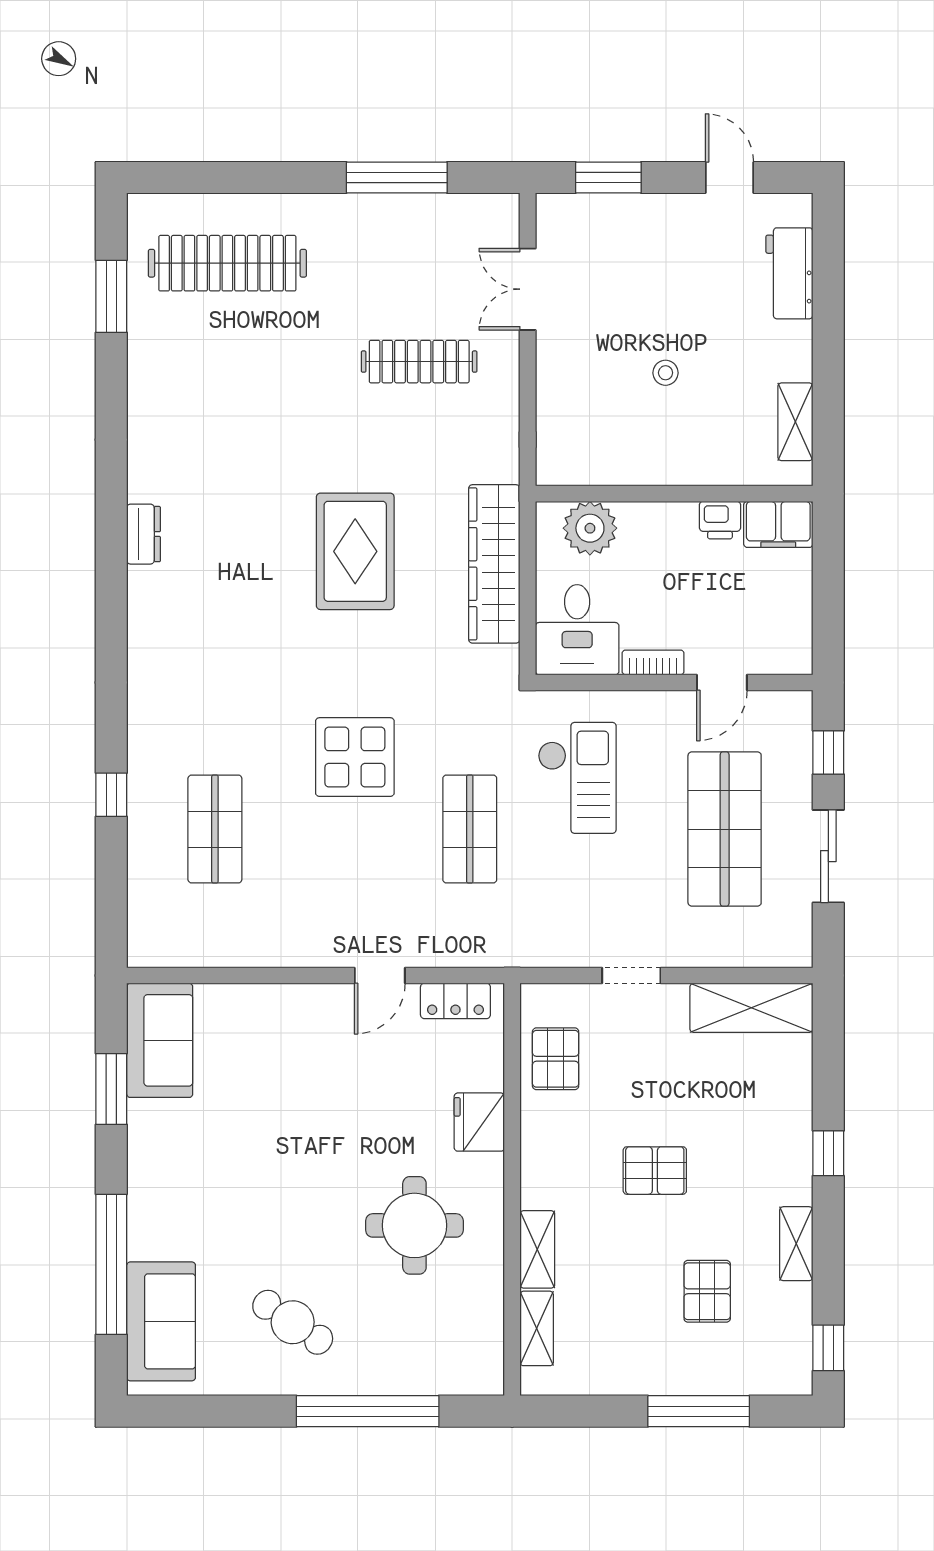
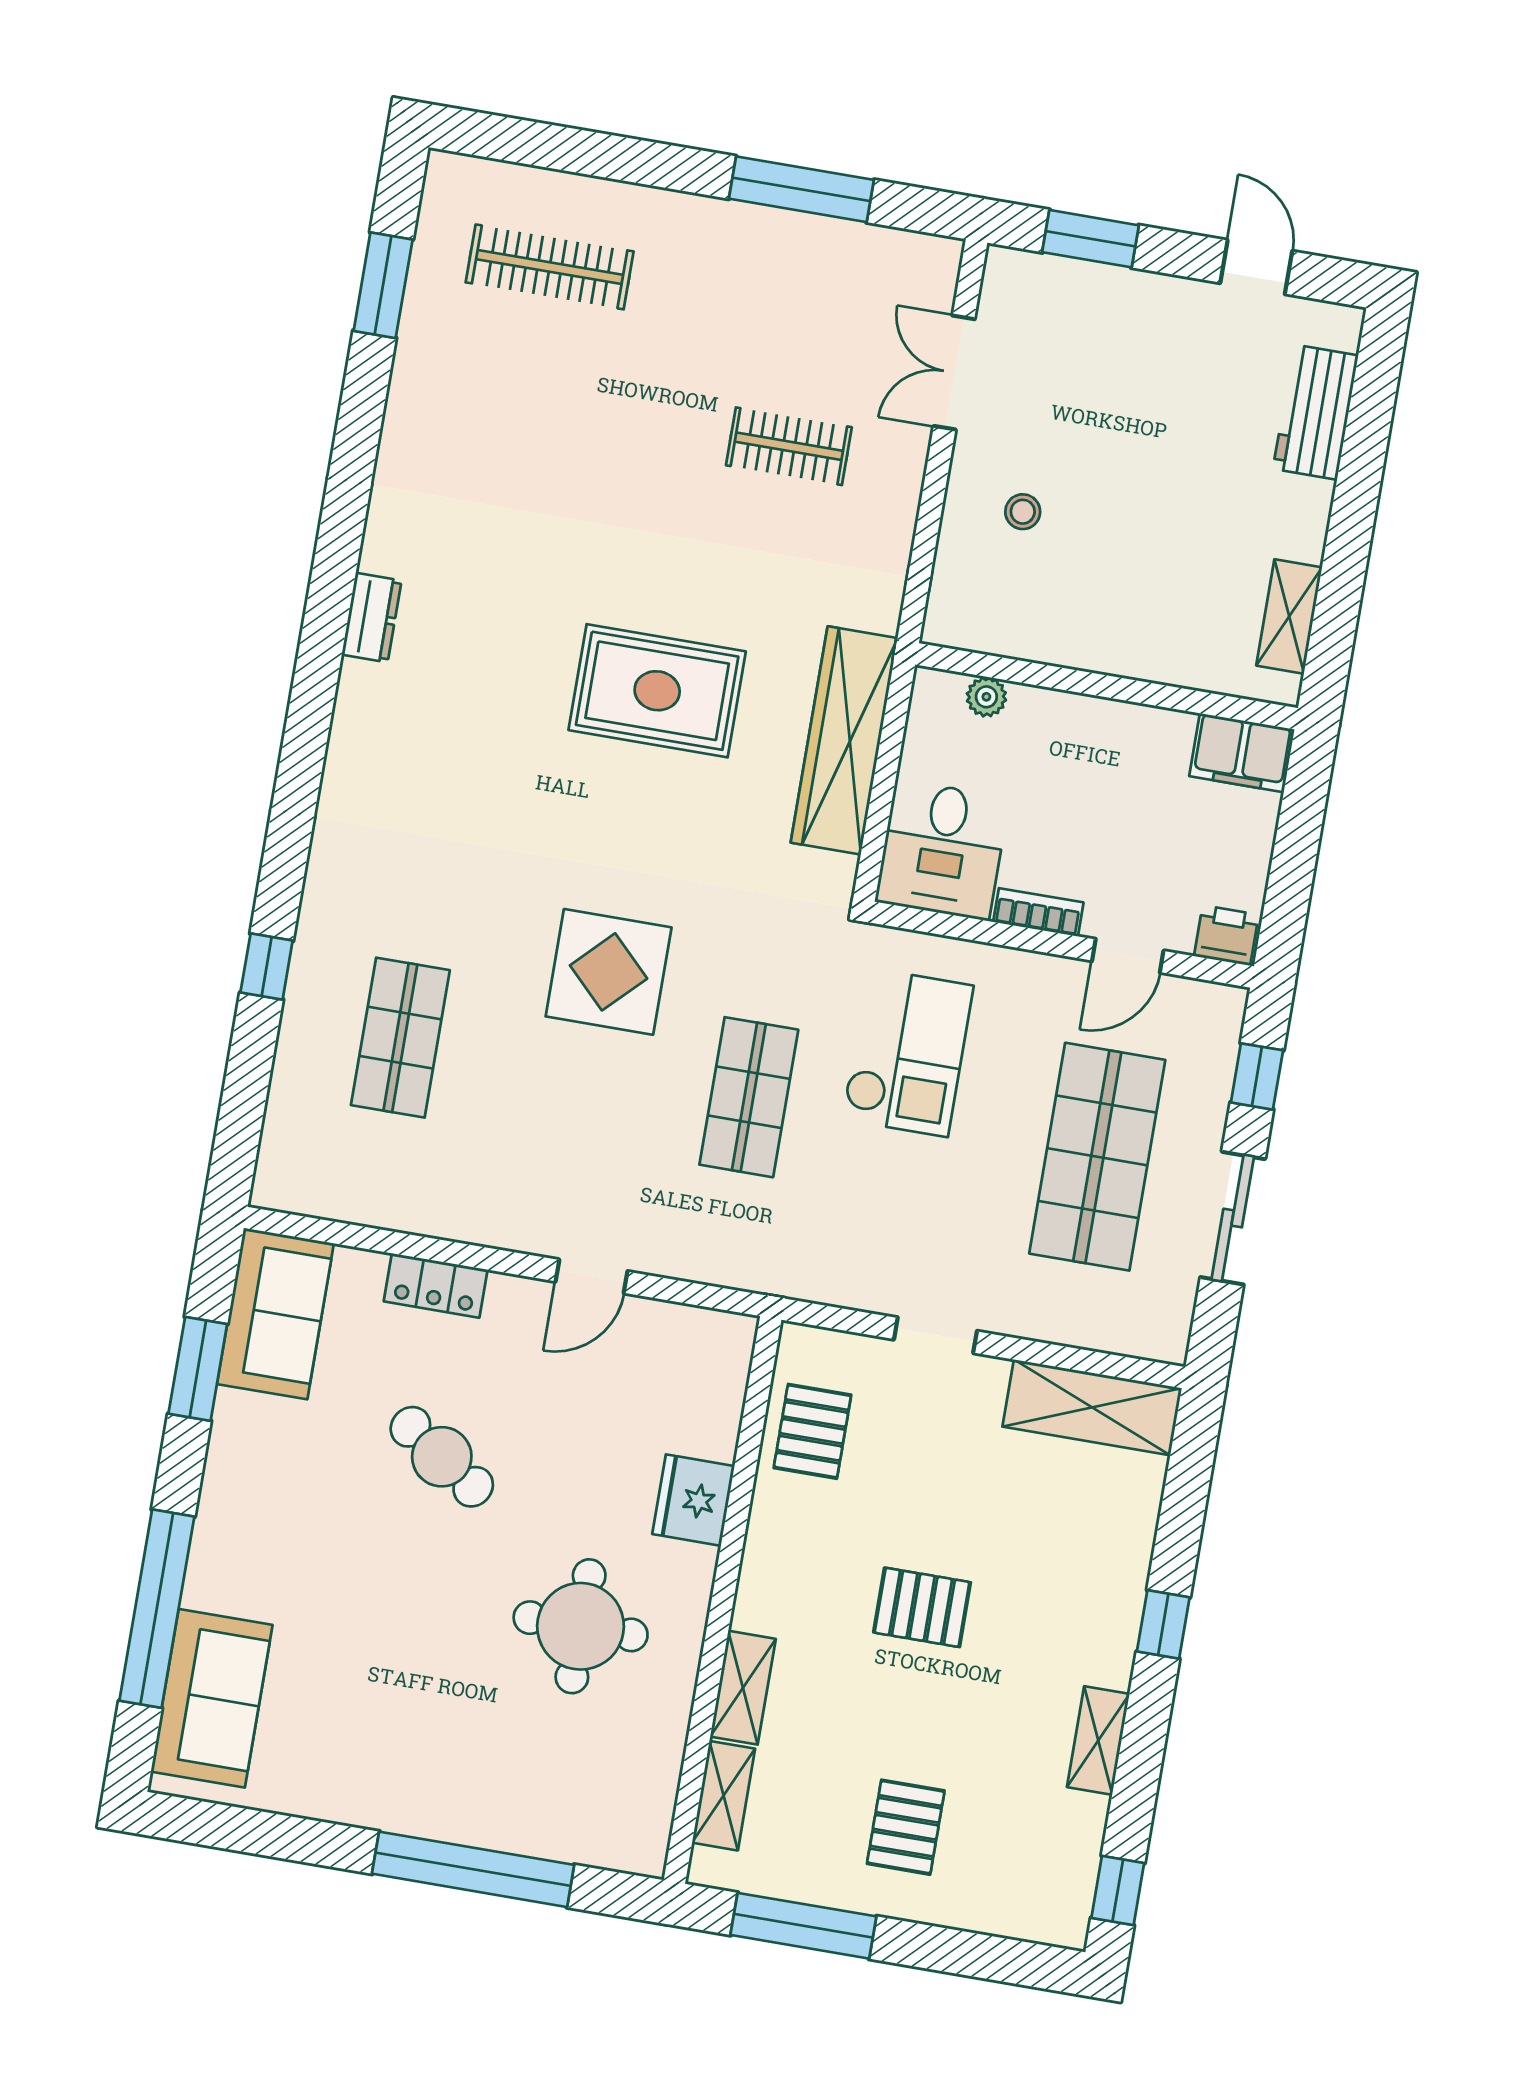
clothes rail: (227, 263) -> (550, 267), width x0.73, depth x0.76
clothes rail: (419, 362) -> (789, 446), width x0.73
stool: (666, 373) -> (1023, 512), moved
printer: (720, 520) -> (1226, 935), moved, turned 180
plant: (590, 528) -> (986, 697), width x0.53, depth x0.53
rug: (355, 551) -> (657, 691), turned 90
locker: (455, 1001) -> (436, 1286), moved
pallet: (707, 1291) -> (906, 1827), moved
cafe table: (293, 1322) -> (442, 1457), moved
window: (699, 1411) -> (803, 1926), moved

